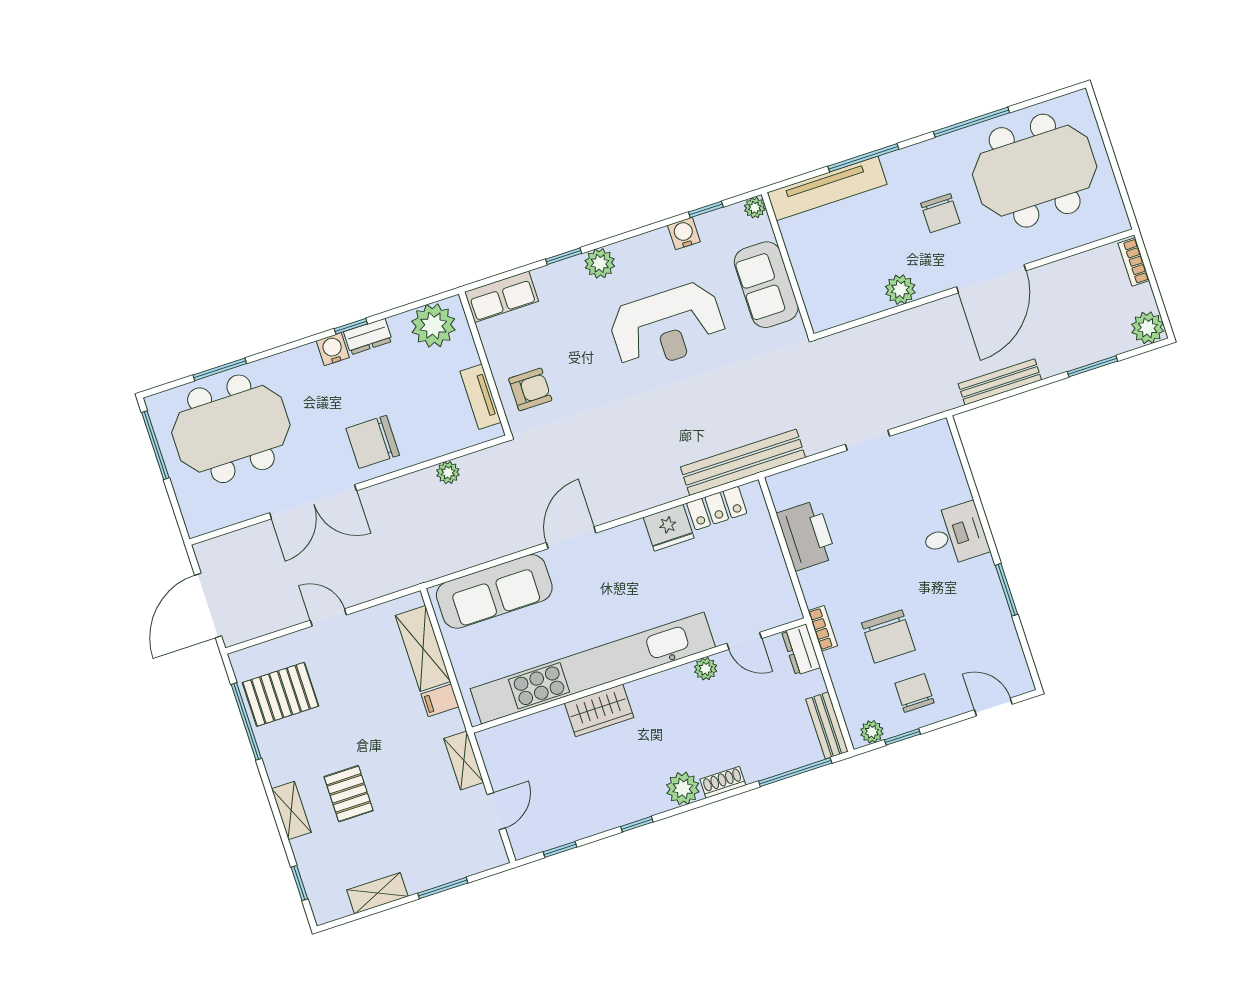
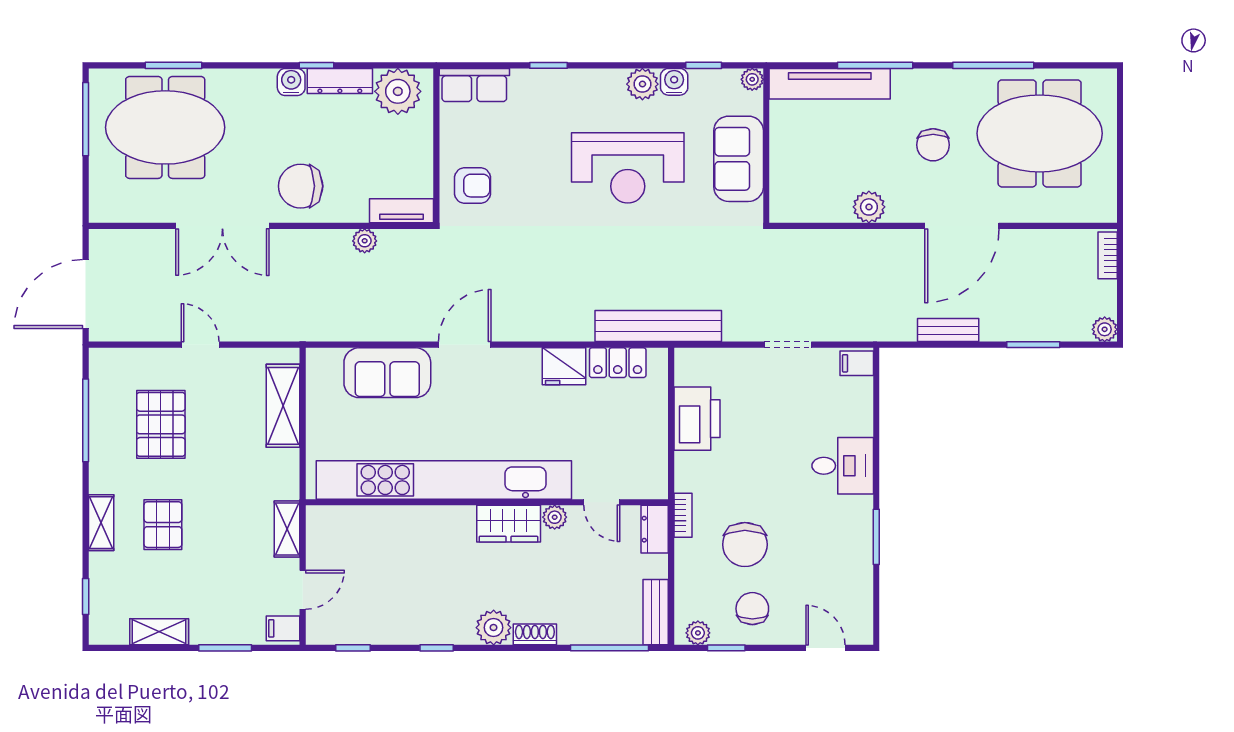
plant: (600, 263) -> (642, 84), moved
plant: (1148, 328) -> (1105, 329), width x0.73, depth x0.73
dresser: (368, 337) -> (340, 81), width x1.44
bench: (1000, 382) -> (948, 330), width x0.73
tv unit: (481, 397) -> (402, 211), moved, turned 90
filing cabinet: (936, 437) -> (857, 363), added
sofa: (494, 591) -> (387, 373), width x0.73
pallet: (281, 694) -> (161, 424), moved, turned 90
filing cabinet: (440, 700) -> (283, 628), moved
wardrobe: (599, 710) -> (509, 524), moved

